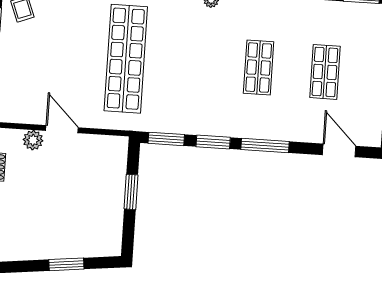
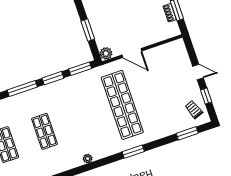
door: (62, 129) -> (132, 53), moved
plant: (33, 140) -> (106, 53), moved

